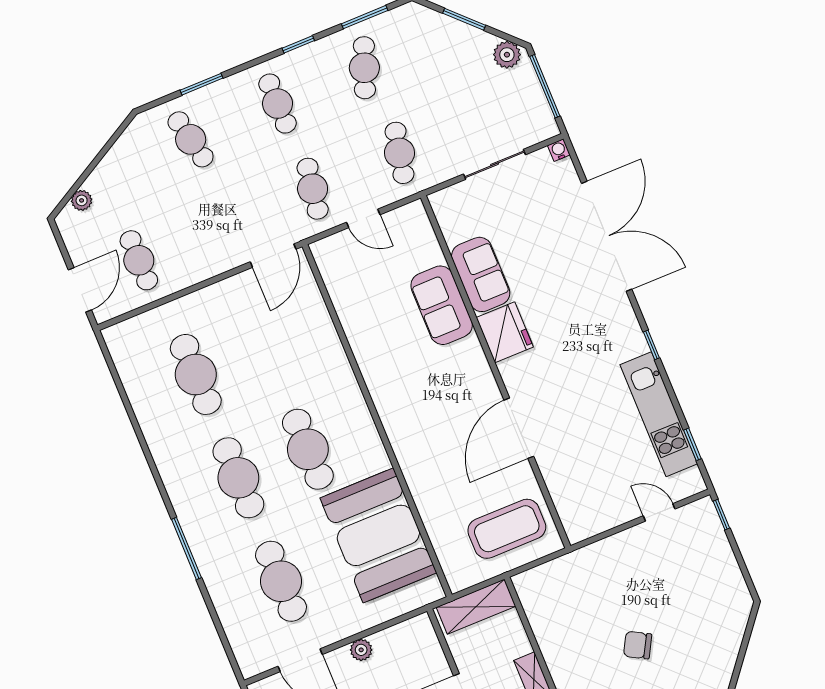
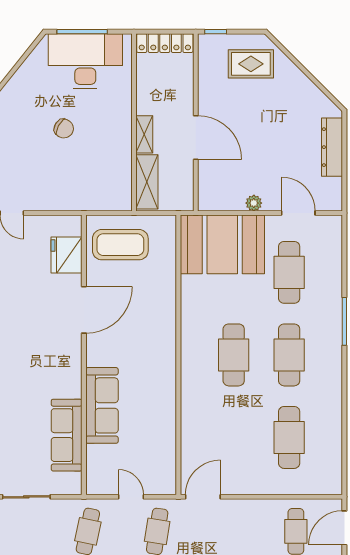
sofa: (481, 274) -> (67, 435), width x1.36
sofa: (442, 305) -> (102, 405), width x1.36
fridge: (505, 332) -> (67, 255), moved
booth: (378, 535) -> (222, 244), moved, turned 90
shelving: (476, 607) -> (147, 182), moved, turned 90

